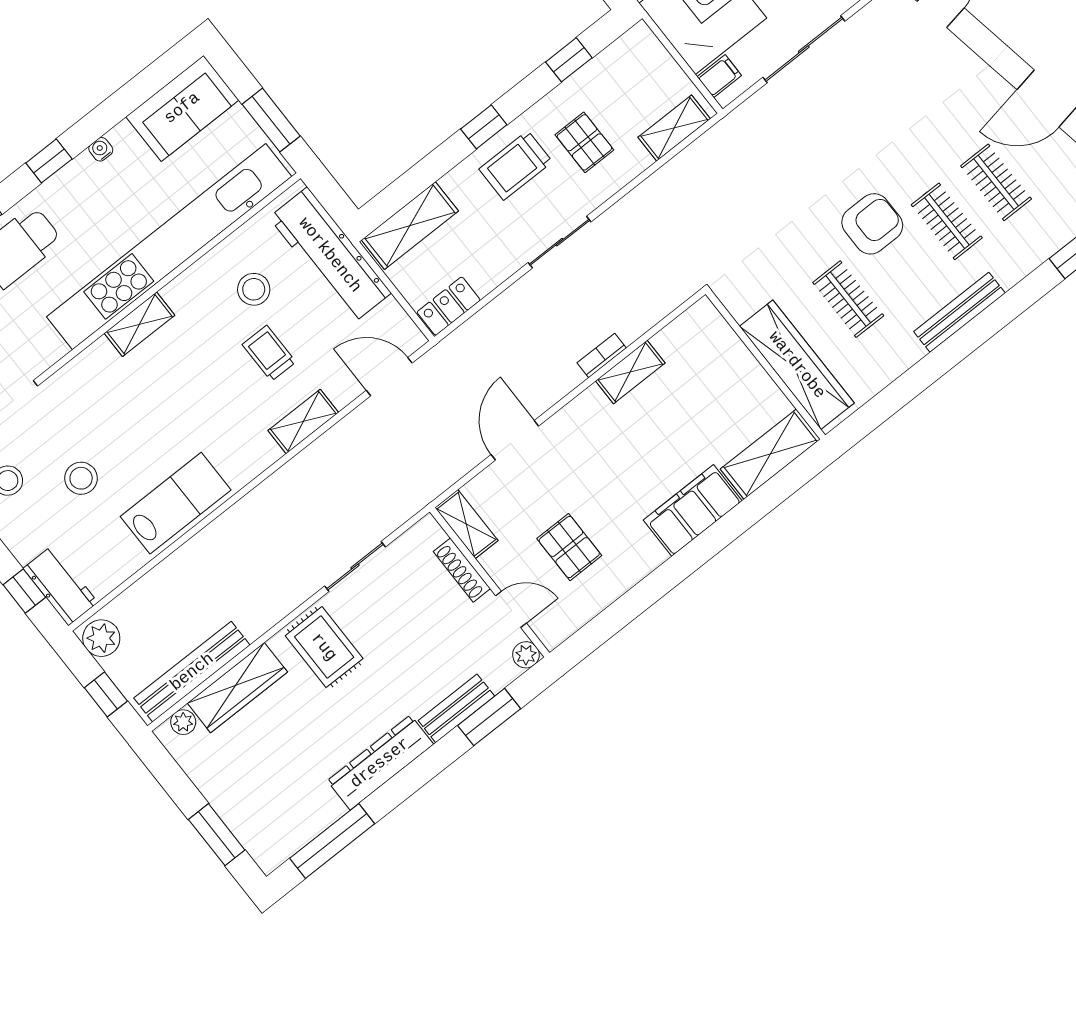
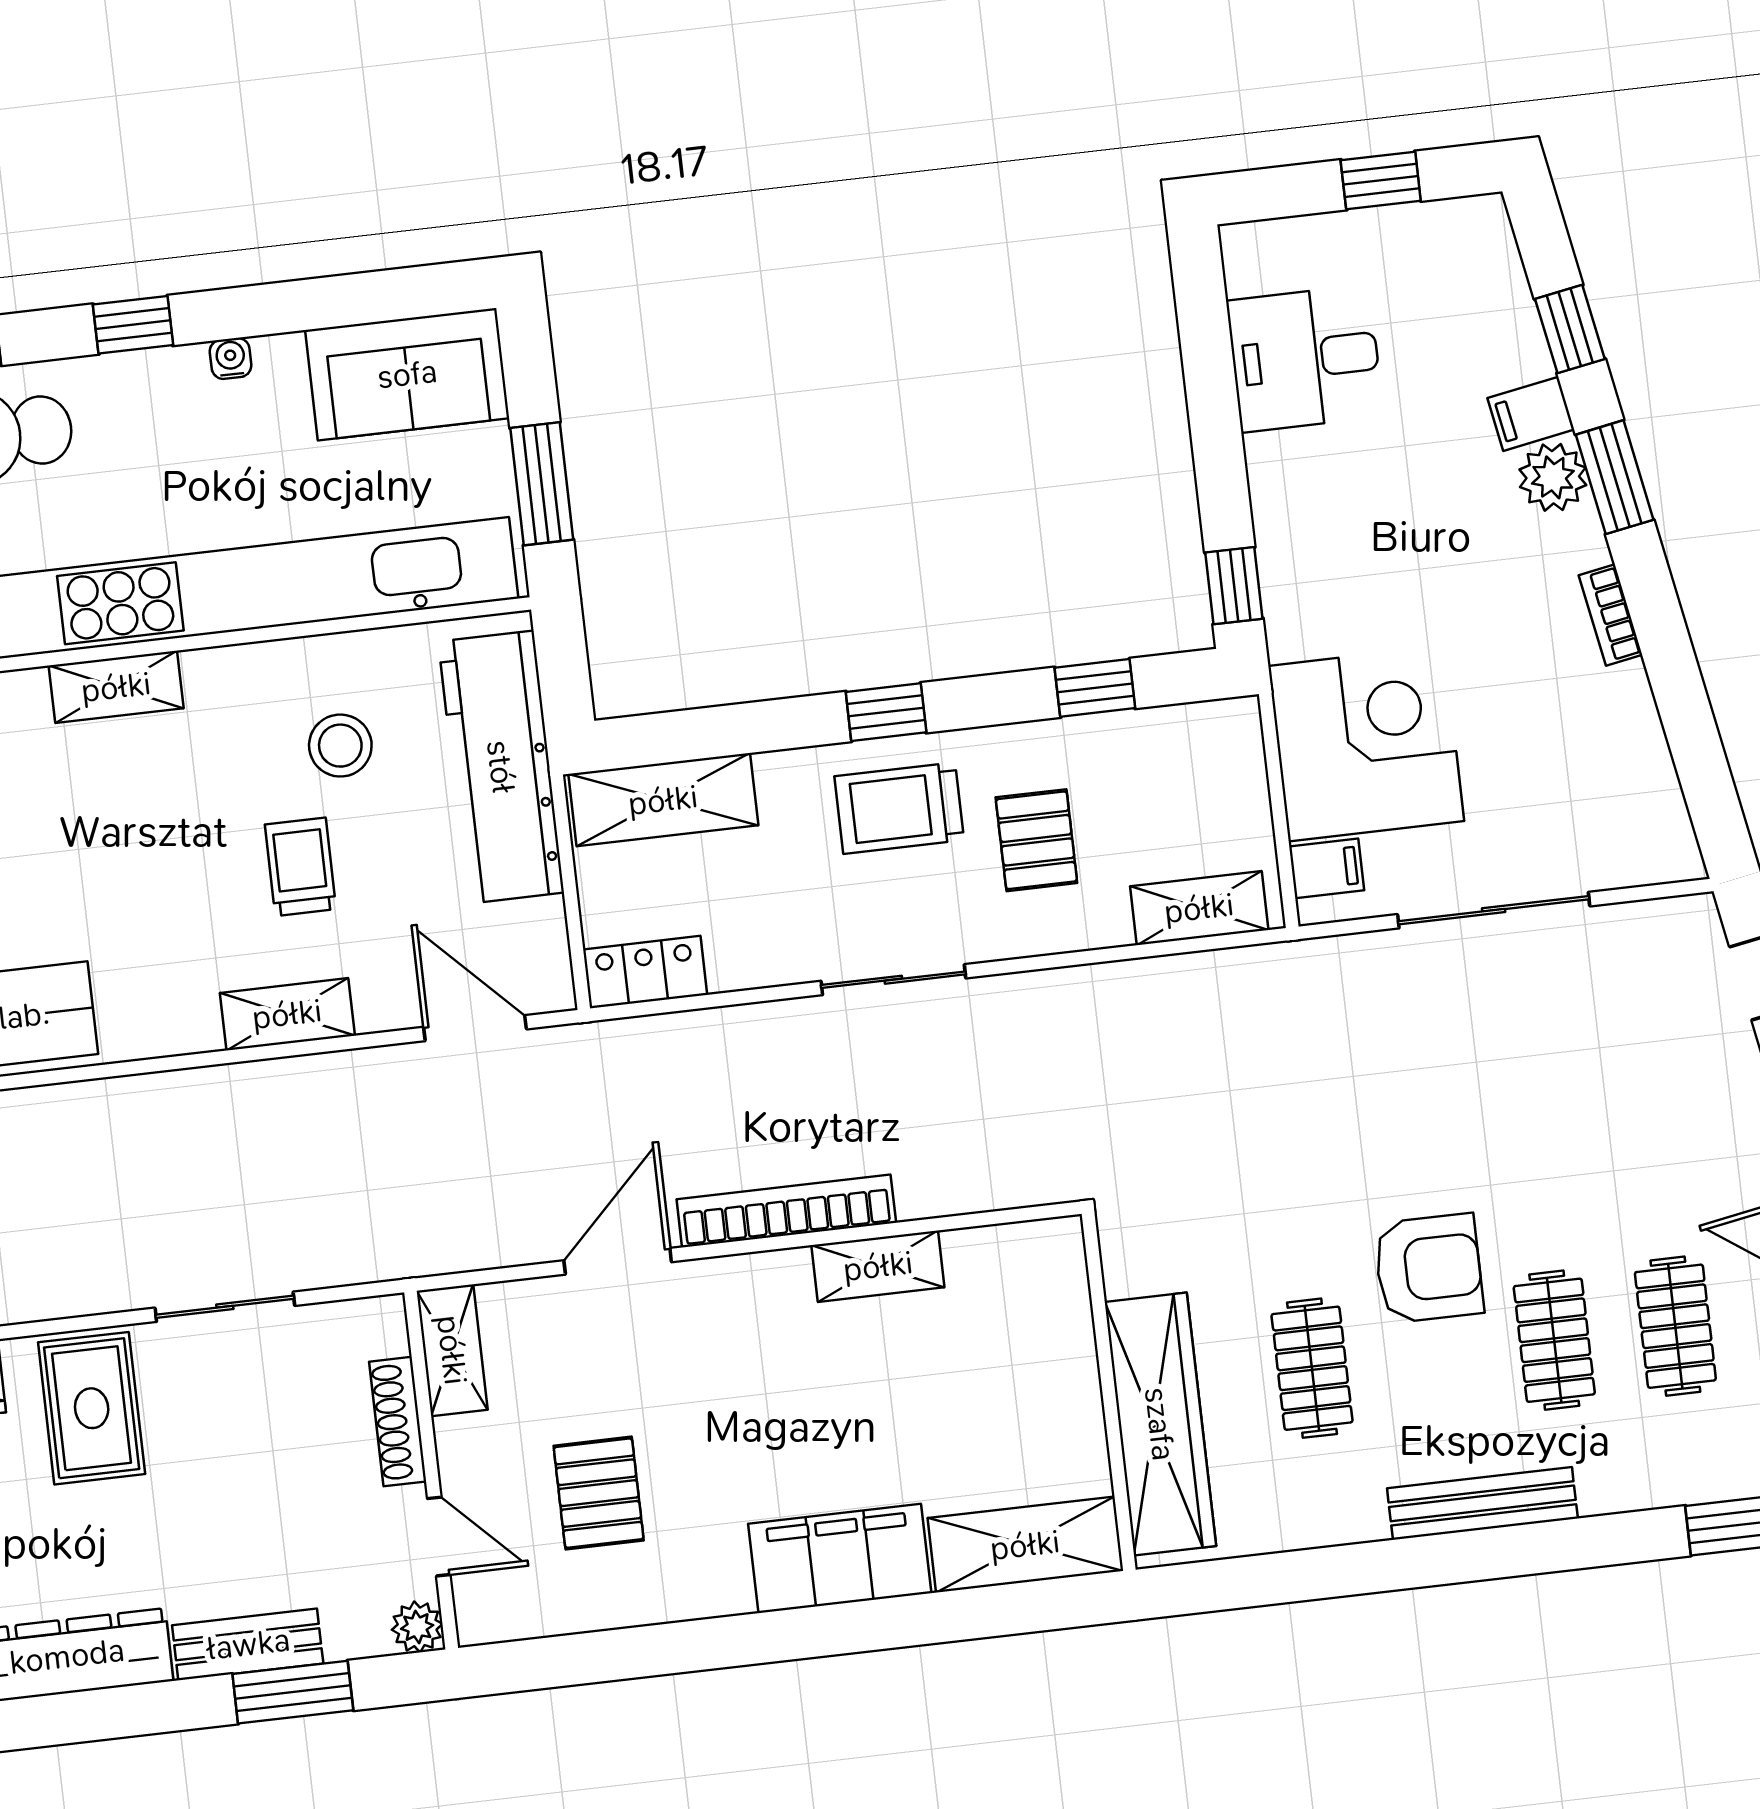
bookcase: (602, 355) -> (786, 1211), width x2.31, depth x1.31

